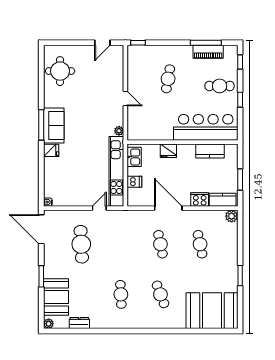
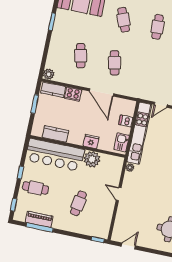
plant: (163, 131) -> (92, 159), added

